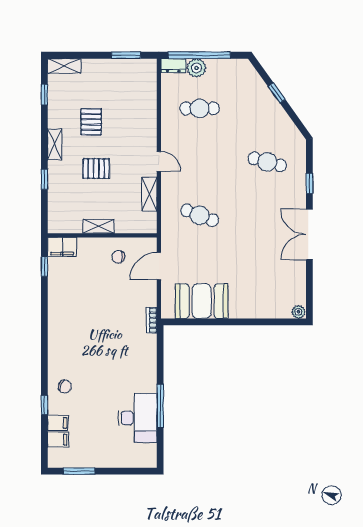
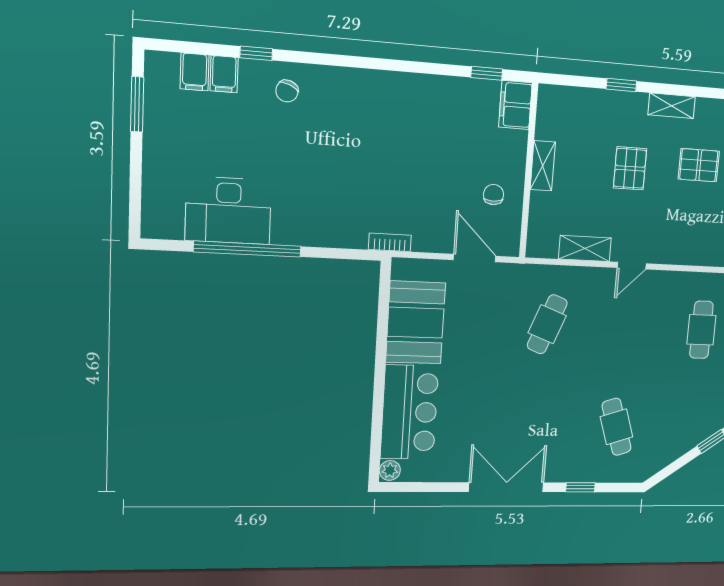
cafe table: (267, 162) -> (617, 427), turned -33
bar counter: (260, 302) -> (409, 412), added
window: (160, 406) -> (247, 249), width x1.46

